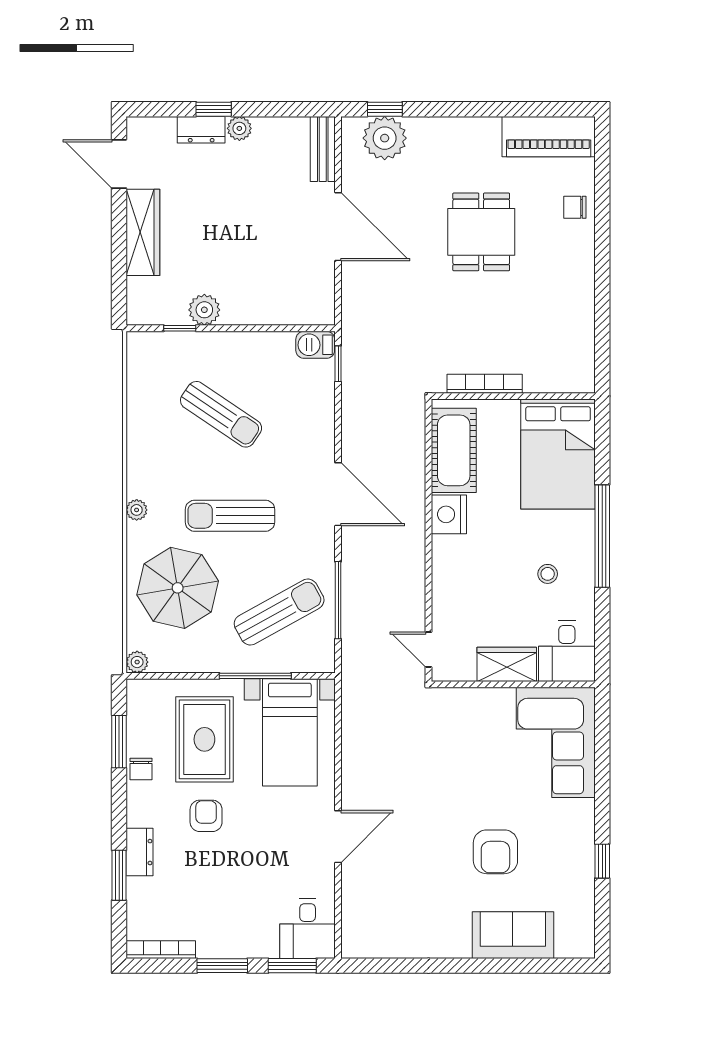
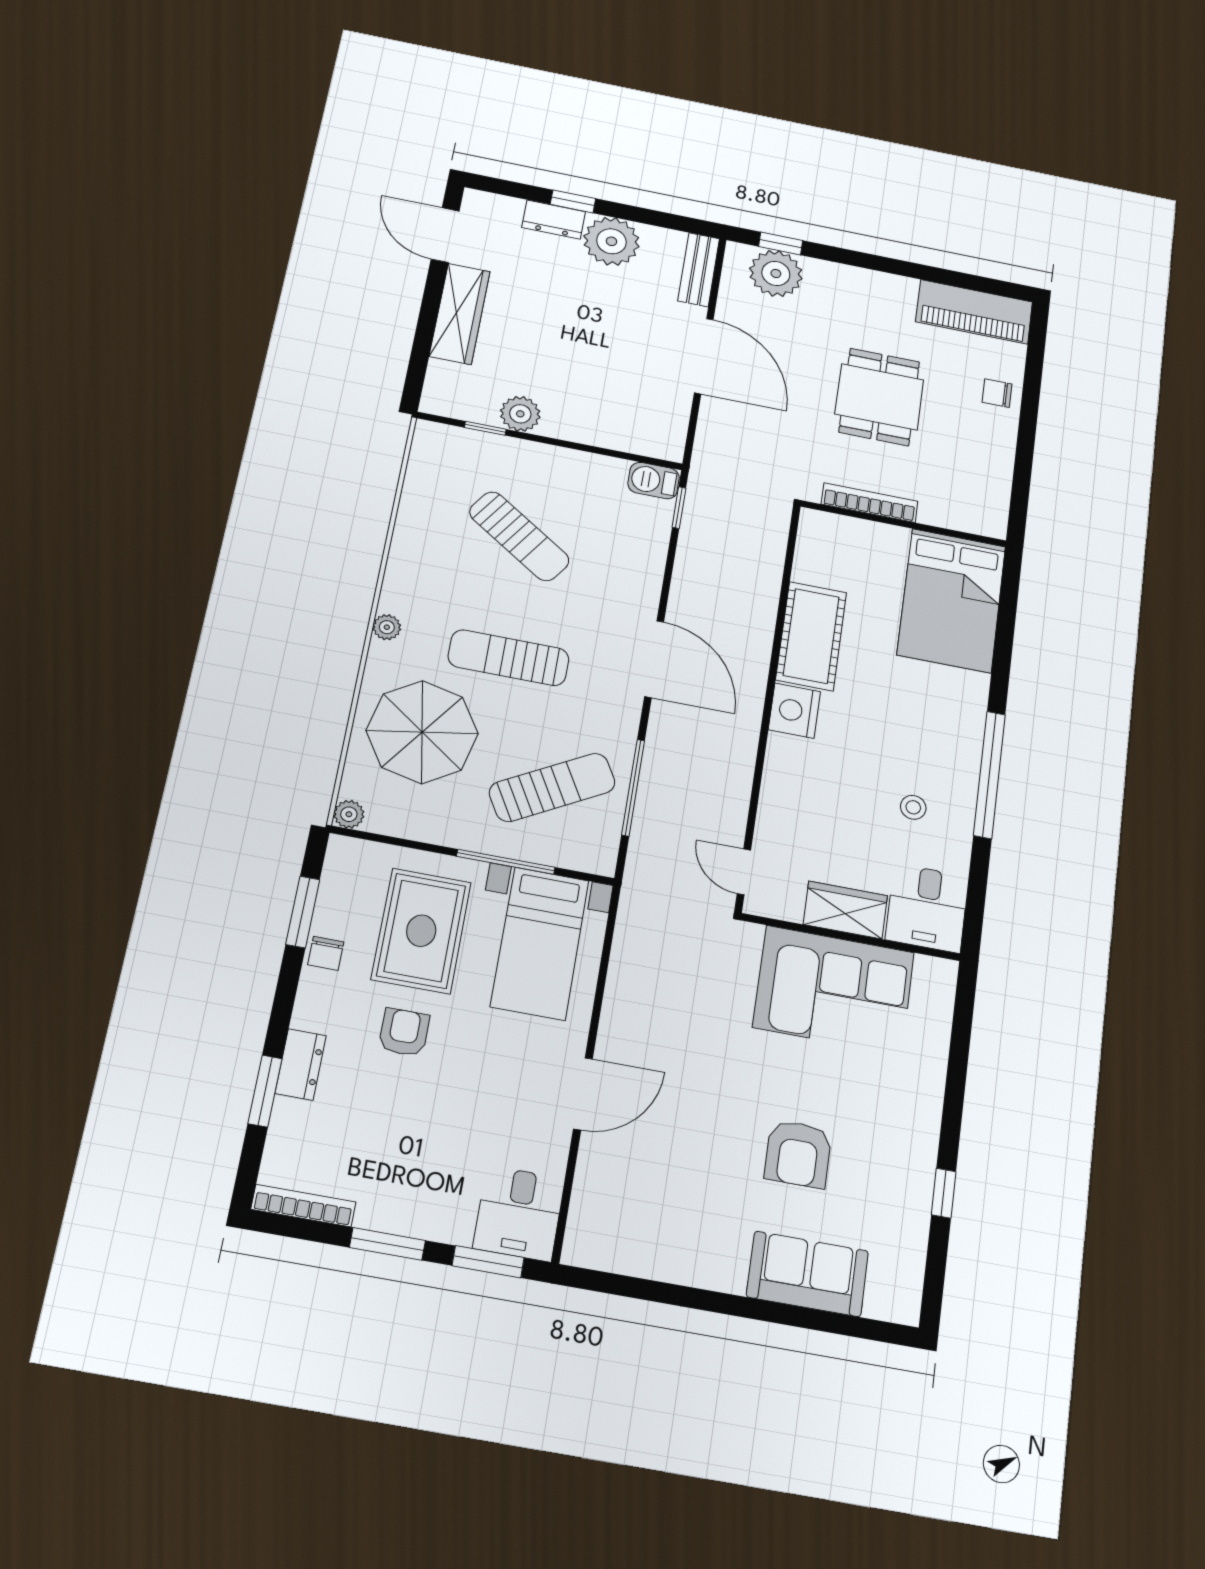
plant: (239, 128) -> (611, 241), width x1.87, depth x1.87
bookcase: (485, 384) -> (870, 503), moved
wall: (513, 396) -> (903, 524), moved
bed: (558, 454) -> (952, 600), moved
corner sofa: (556, 742) -> (834, 990), moved, turned -90

